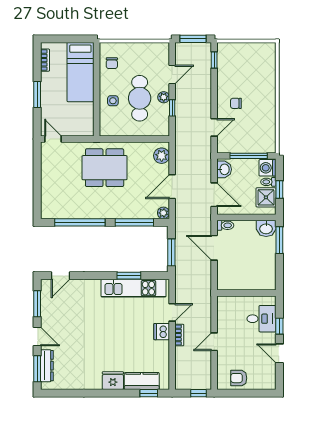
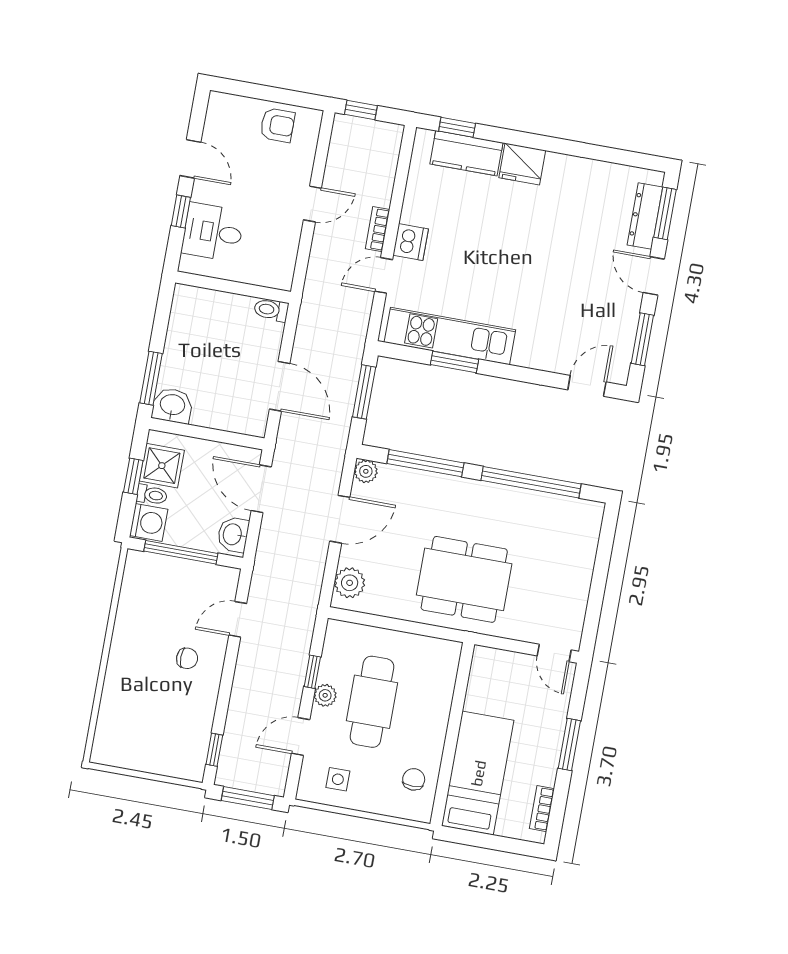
side table: (113, 101) -> (338, 779), moved
toilet: (225, 225) -> (271, 310), moved

